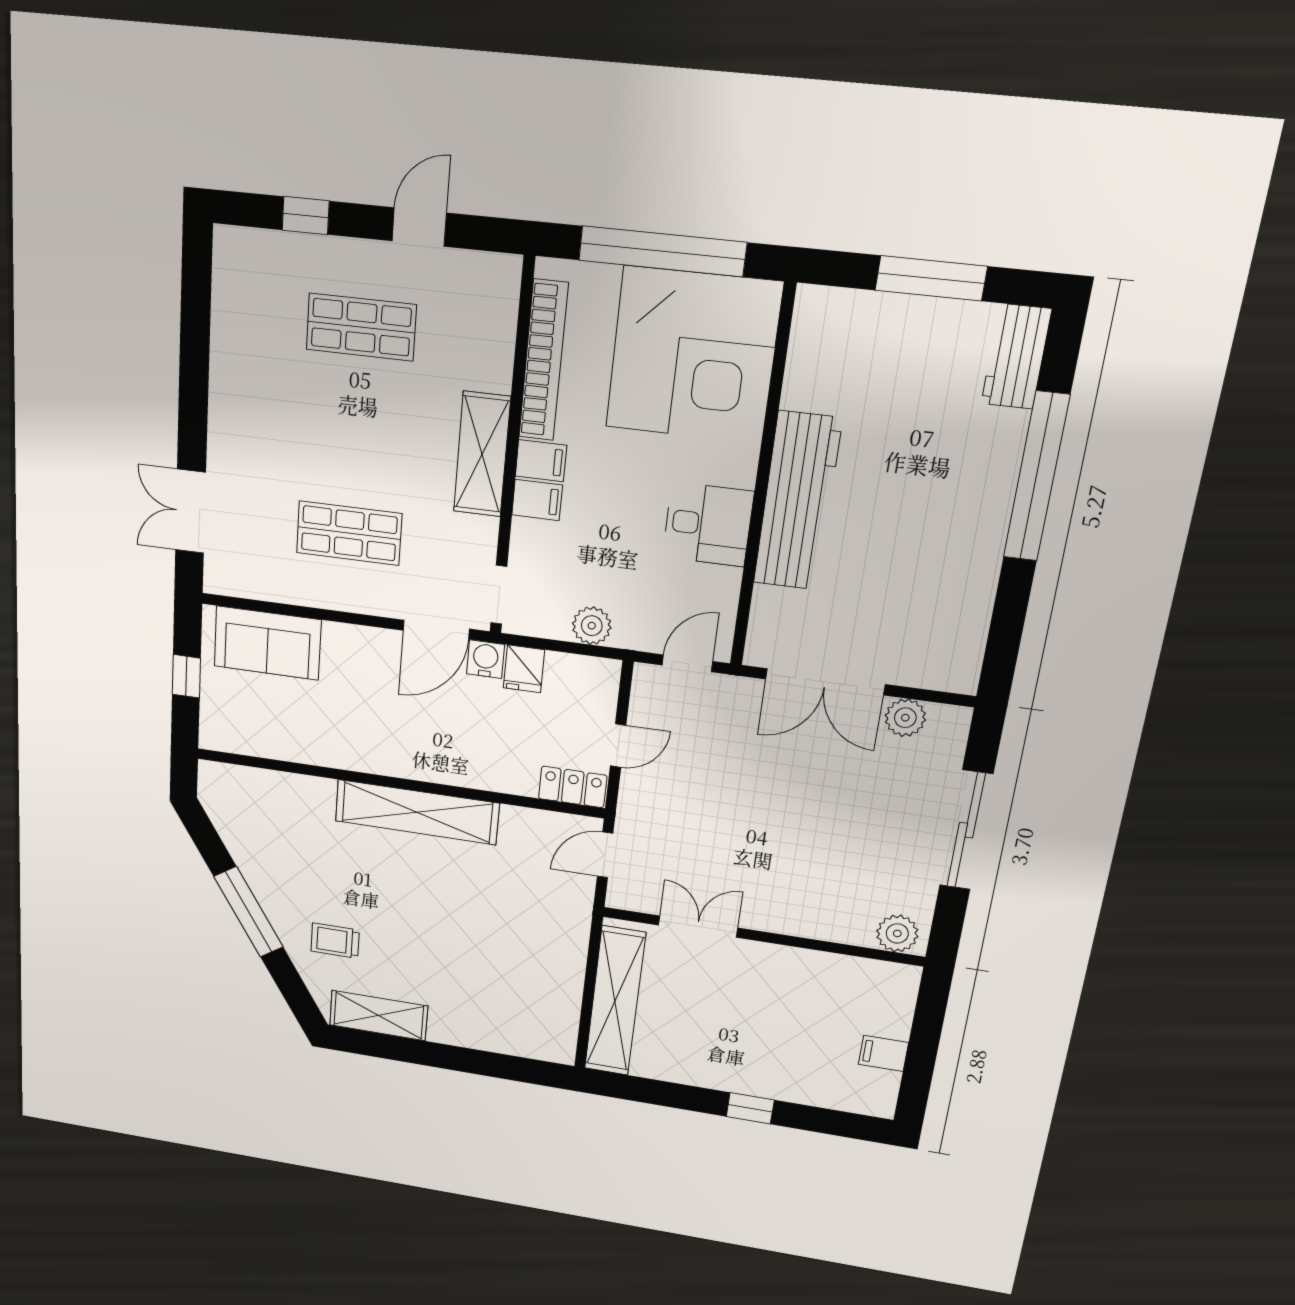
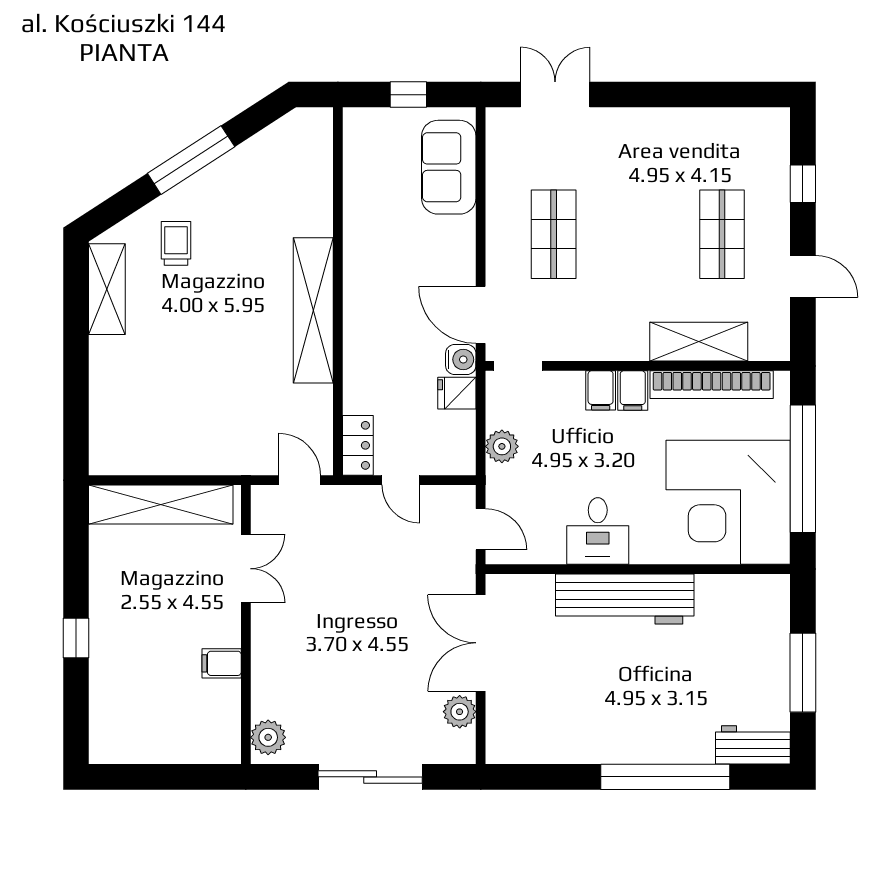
shelving: (482, 454) -> (699, 342), moved
filing cabinet: (883, 1053) -> (222, 663), moved, turned -90

